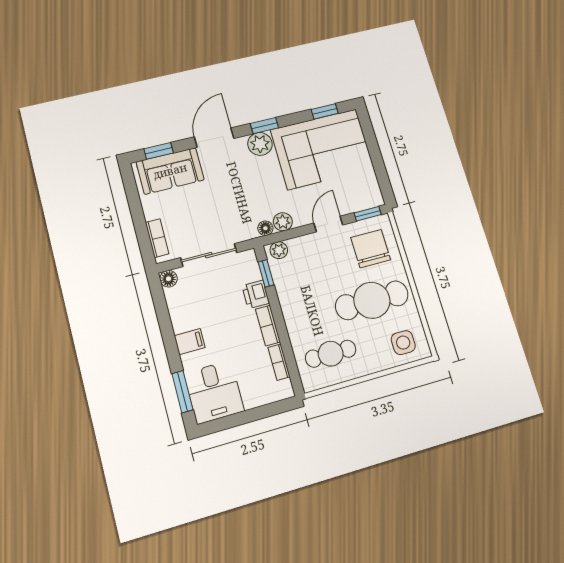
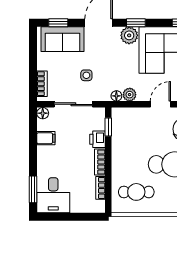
side table: (216, 211) -> (86, 75), added
plant: (279, 250) -> (121, 113), removed
filing cabinet: (190, 342) -> (46, 138), moved

